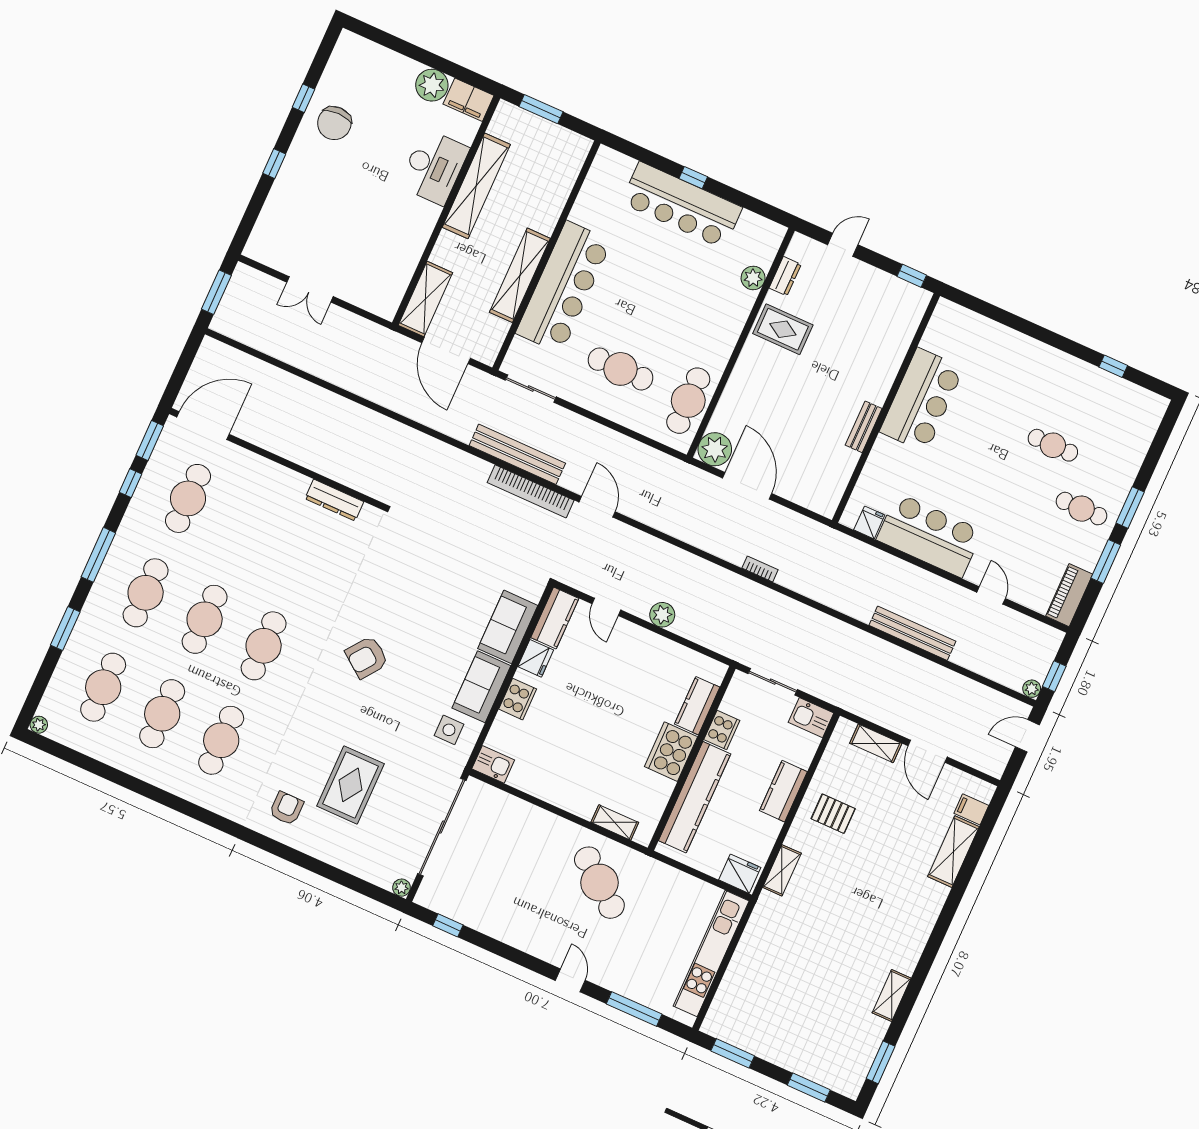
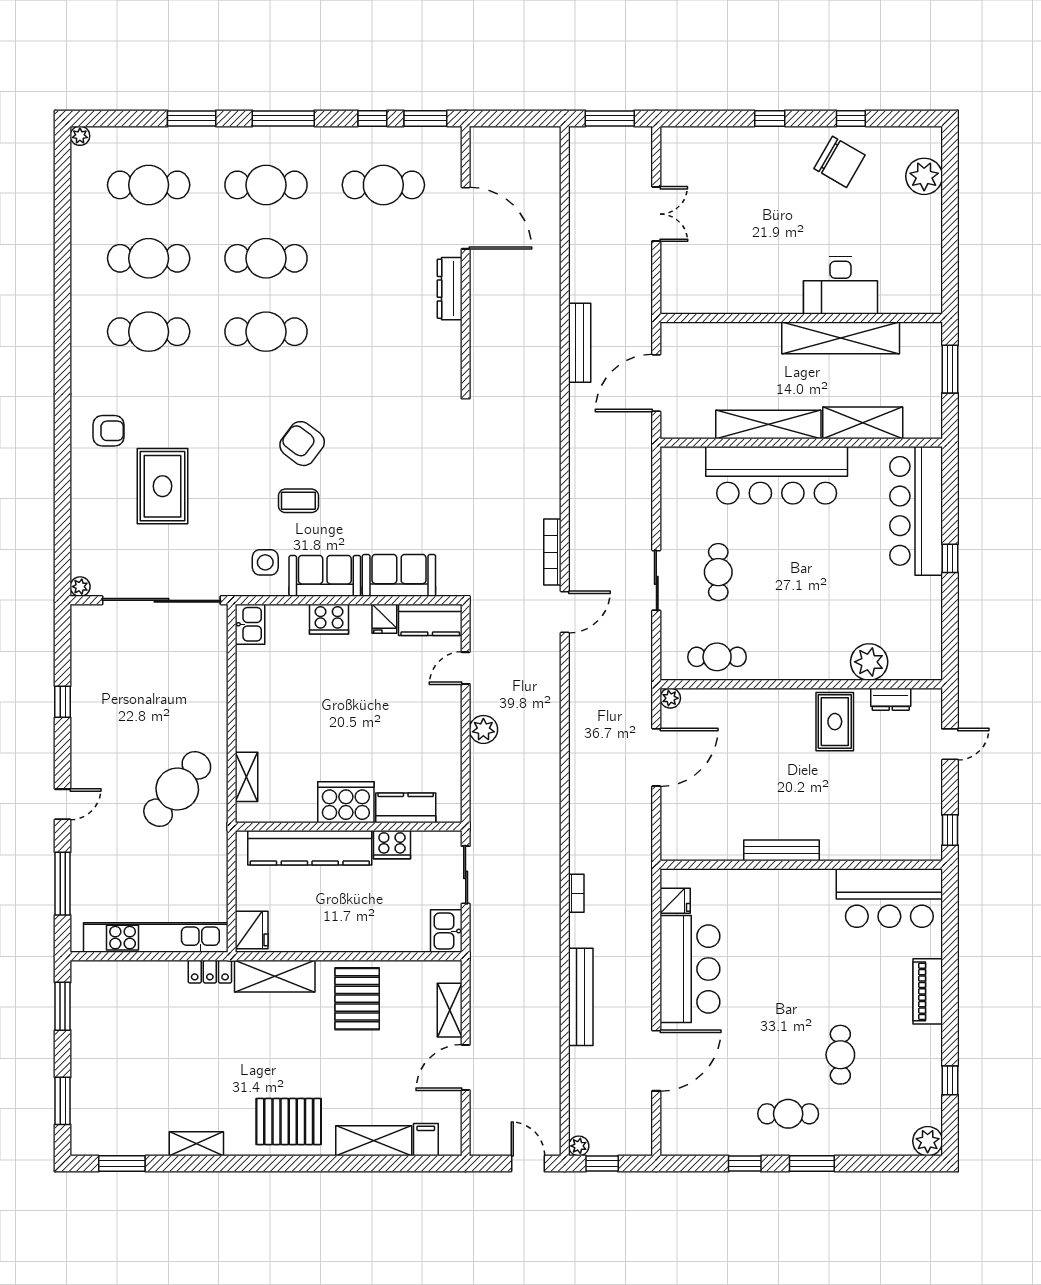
plant: (432, 85) -> (924, 176), moved
filing cabinet: (469, 100) -> (926, 290), removed
chair: (334, 123) -> (839, 162), turned -150
bar counter: (682, 205) -> (916, 511), moved
door: (843, 245) -> (950, 744), hinge flipped
plant: (753, 278) -> (869, 662), width x1.36, depth x1.36
double door: (310, 289) -> (656, 214), swing flipped
shelving: (425, 299) -> (863, 423), moved
cafe table: (621, 369) -> (718, 572), width x0.73, depth x0.74
sliding door: (531, 389) -> (656, 580), moved
bar counter: (922, 400) -> (889, 898), moved
cafe table: (688, 401) -> (717, 657), width x0.73, depth x0.74
plant: (1154, 406) -> (928, 1141), added
door: (203, 426) -> (466, 218), moved
bench: (864, 427) -> (781, 850), width x1.36
plant: (715, 449) -> (670, 698), width x0.53, depth x0.53
bench: (517, 454) -> (580, 343), moved, width x0.73, depth x0.82
bookcase: (531, 491) -> (552, 552), width x0.68, depth x0.76
dresser: (334, 500) -> (450, 289), moved
cafe table: (1082, 509) -> (788, 1114), turned 90
window: (1106, 561) -> (745, 1164), width x0.67
bookcase: (760, 569) -> (576, 893), moved
door: (991, 595) -> (656, 1061), width x1.88
piano: (1069, 595) -> (928, 991), moved, turned -90
fridge: (536, 658) -> (384, 619), width x0.72
coffee table: (411, 681) -> (298, 501), added
rug: (351, 785) -> (163, 486), turned 90
kitchen counter: (783, 791) -> (357, 937), removed
pallet: (833, 814) -> (357, 999), width x1.50, depth x1.42
shelving: (782, 870) -> (275, 976), width x1.50, depth x1.33
pallet: (907, 913) -> (289, 1122), added
locker: (758, 922) -> (210, 972), added
window: (448, 925) -> (63, 702), moved

